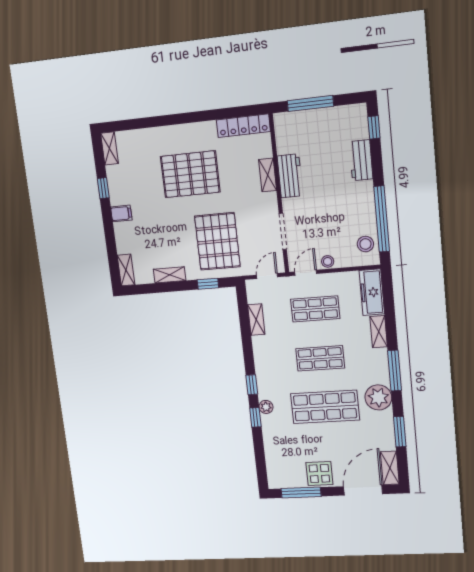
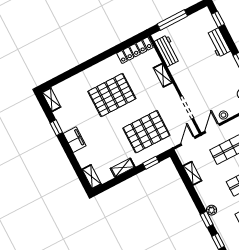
workbench: (290, 176) -> (167, 51), moved
filing cabinet: (121, 213) -> (75, 140), width x2.00
pallet: (217, 241) -> (146, 132), turned 90
plant: (266, 407) -> (212, 210), moved

